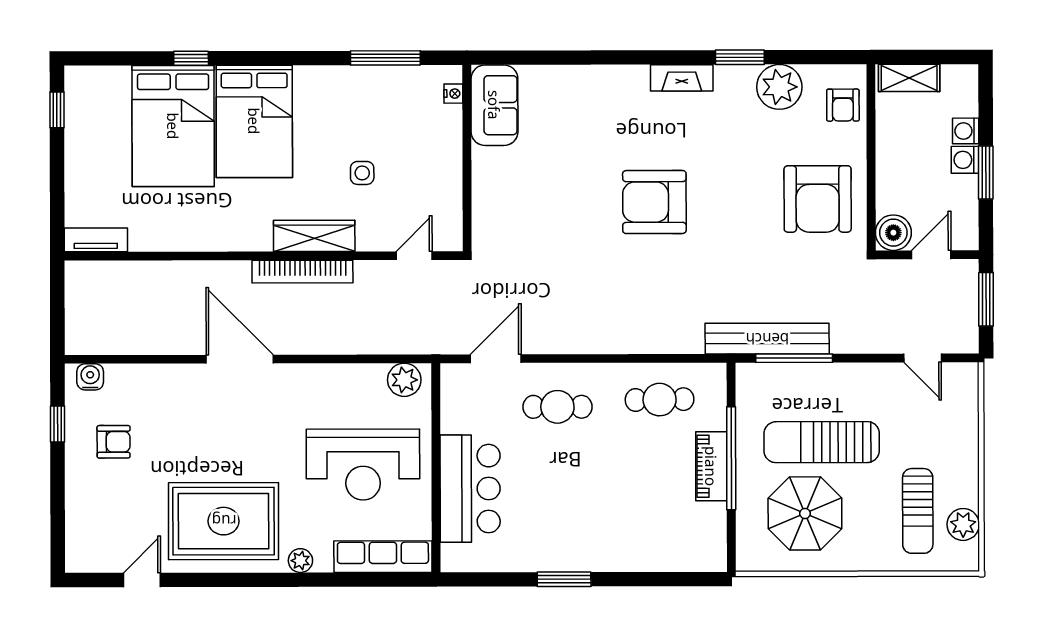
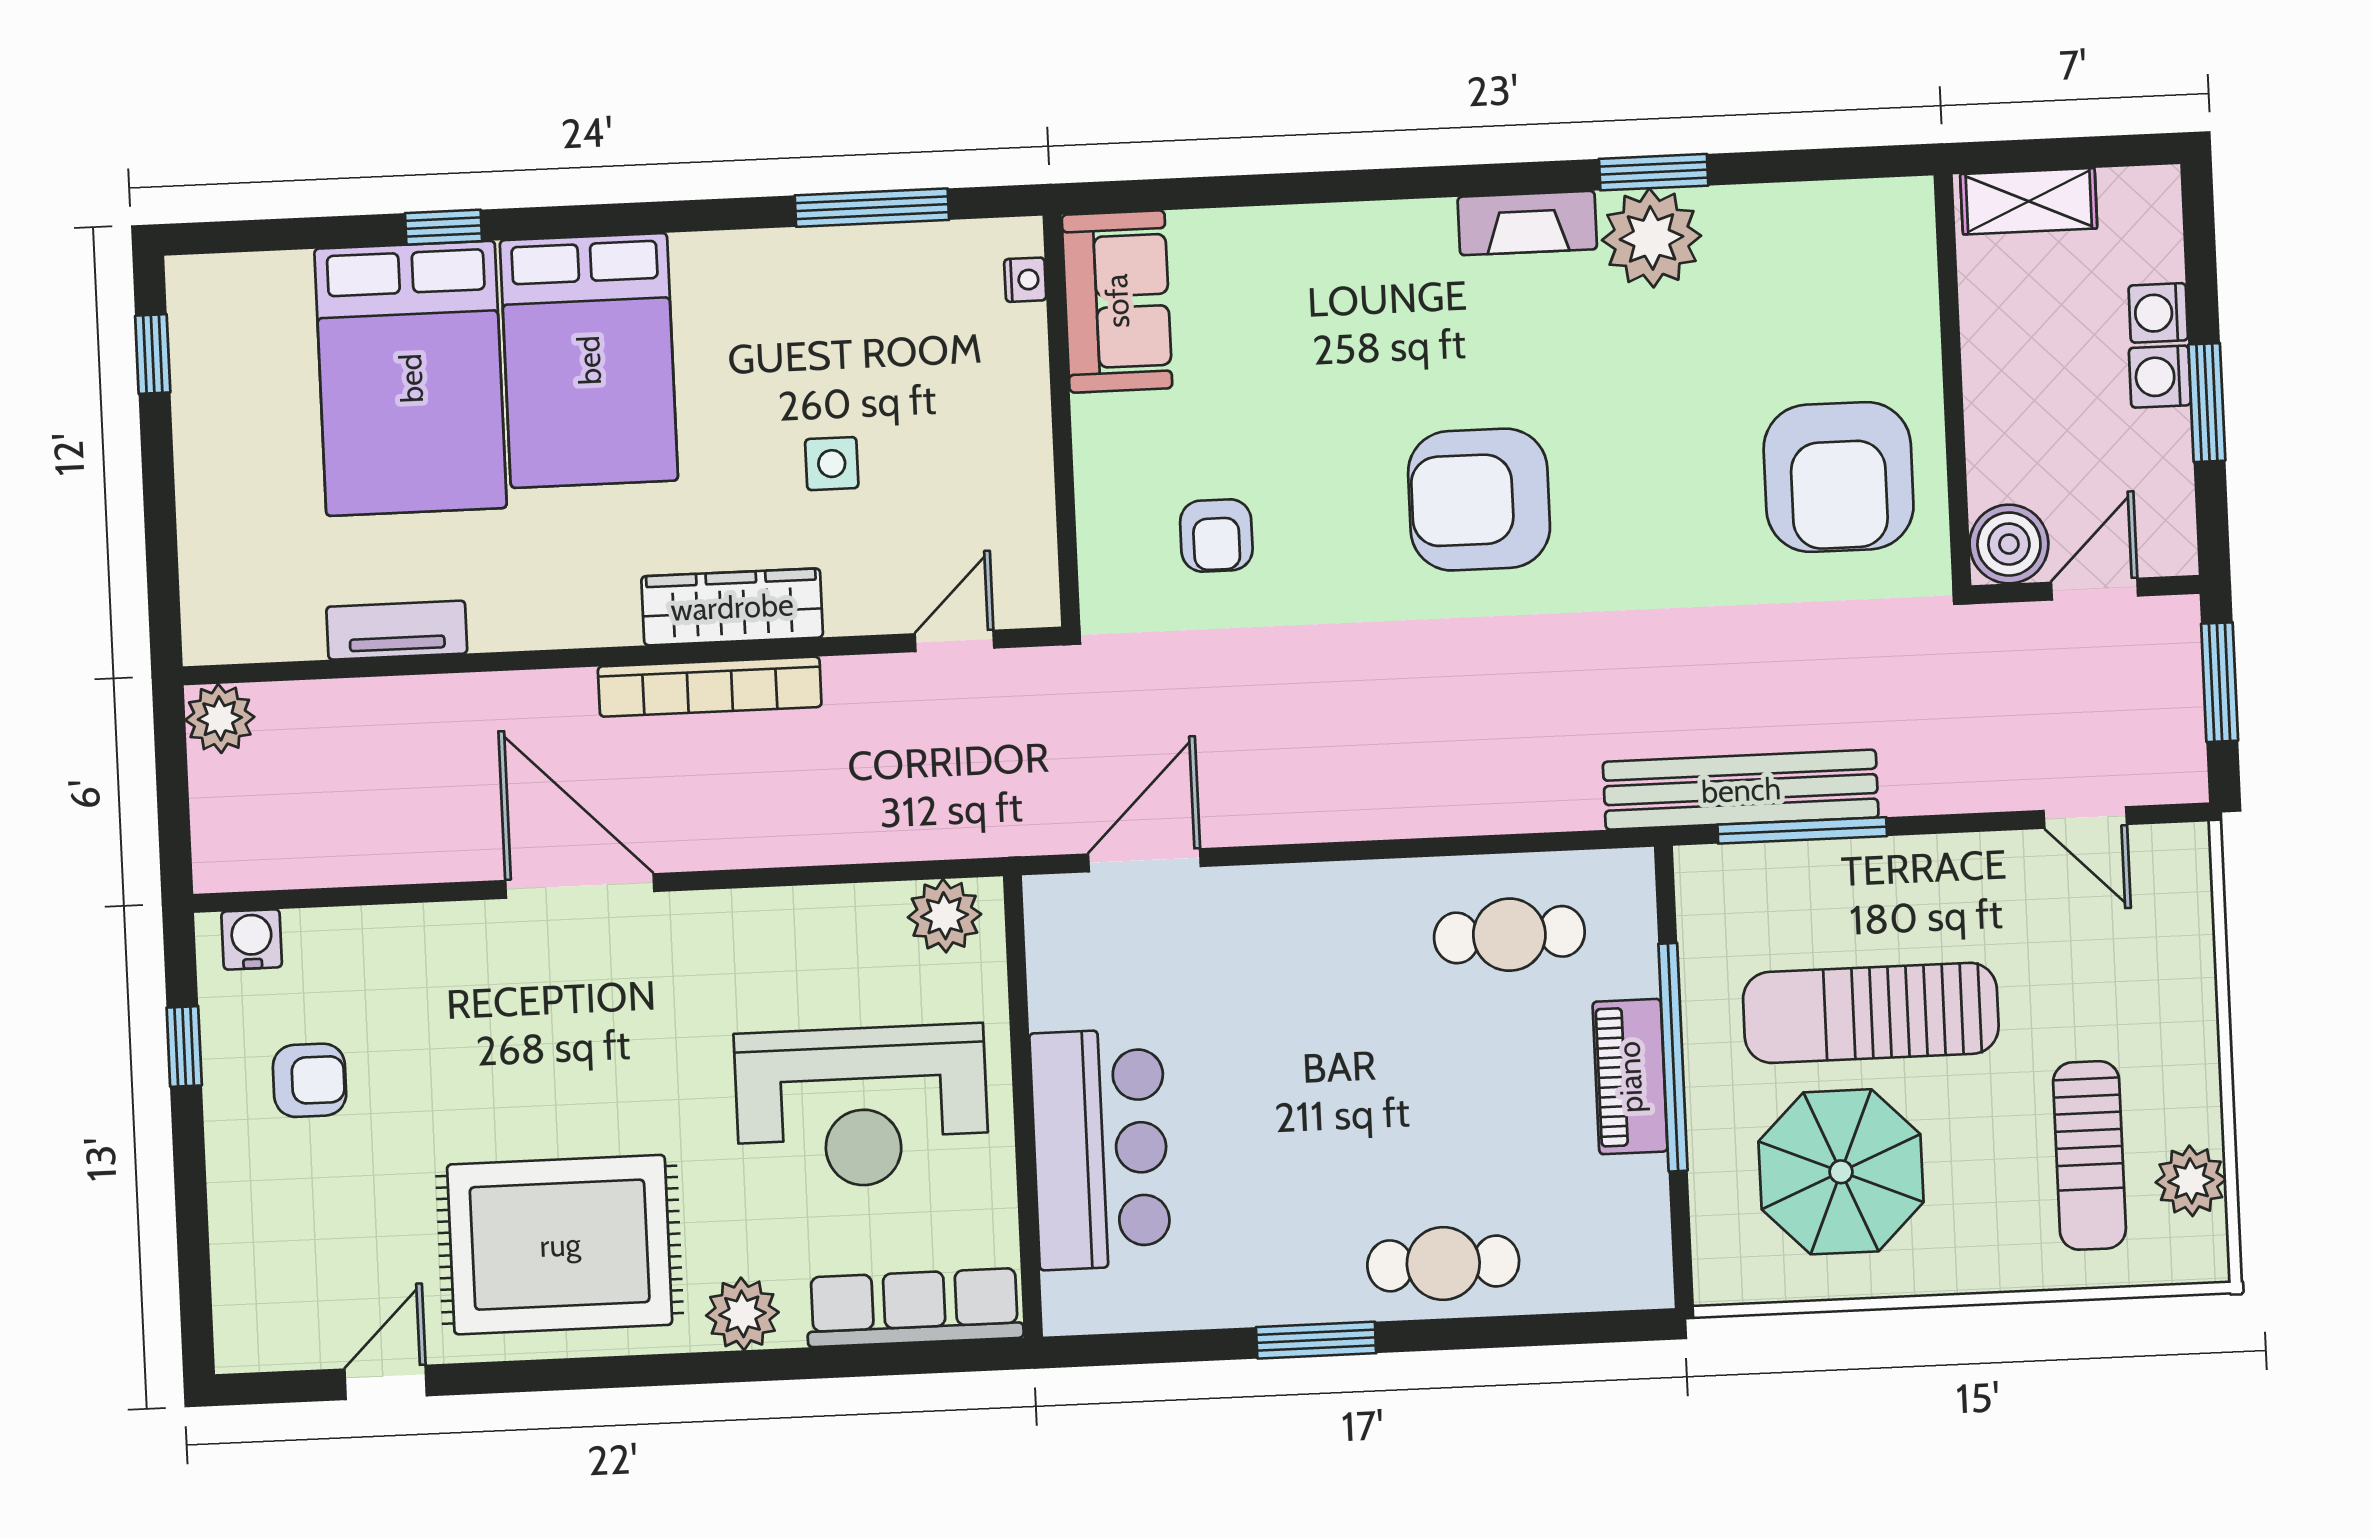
plant: (779, 87) -> (1651, 238), moved
armchair: (843, 105) -> (1216, 535), moved
tv unit: (96, 240) -> (397, 630), moved
plant: (80, 276) -> (220, 718), added
cafe table: (557, 407) -> (1443, 1263), moved
plant: (300, 561) -> (742, 1314), width x1.38, depth x1.38

